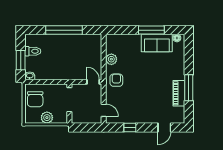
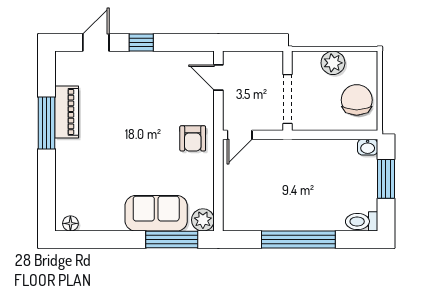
window: (151, 30) -> (172, 240), moved
sofa: (157, 43) -> (156, 213), moved
toilet: (33, 51) -> (362, 221), moved
plant: (111, 59) -> (203, 220), moved
door: (93, 82) -> (240, 135), hinge flipped
window: (130, 128) -> (141, 43), moved

